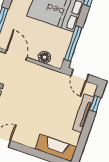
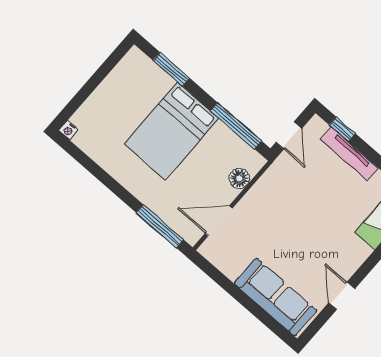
door: (80, 75) -> (289, 135), hinge flipped

